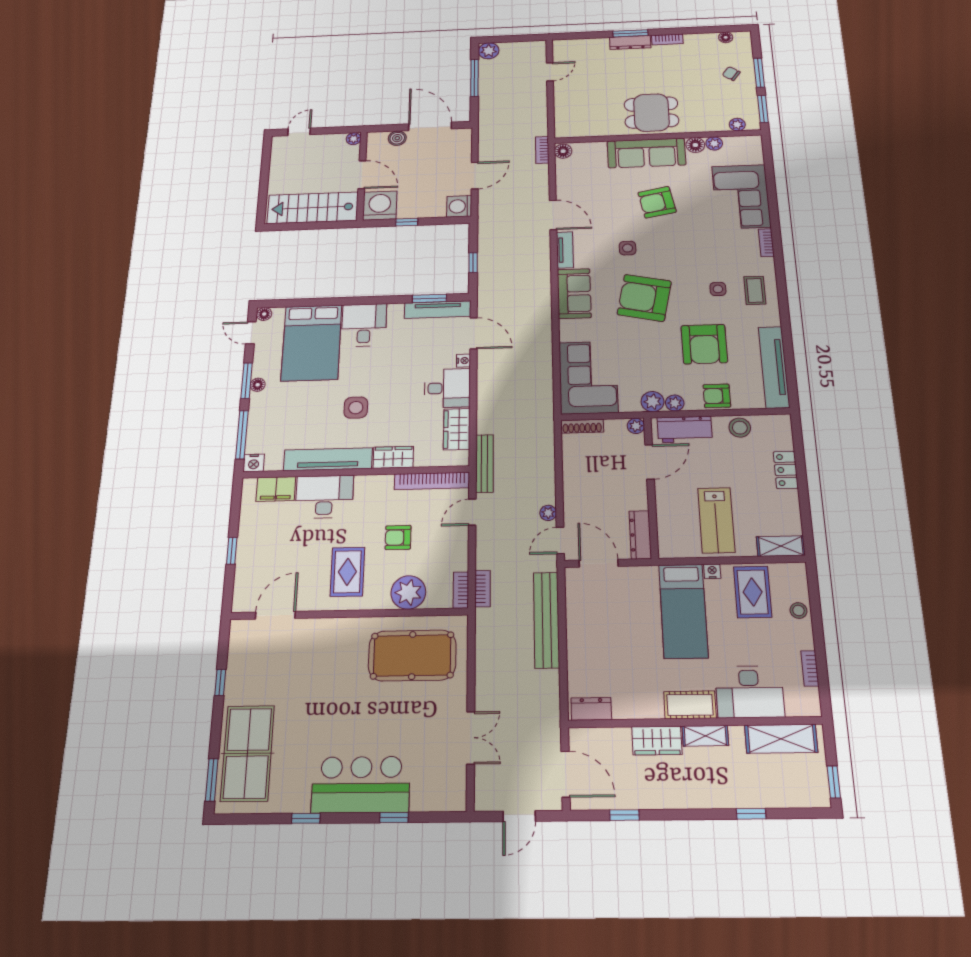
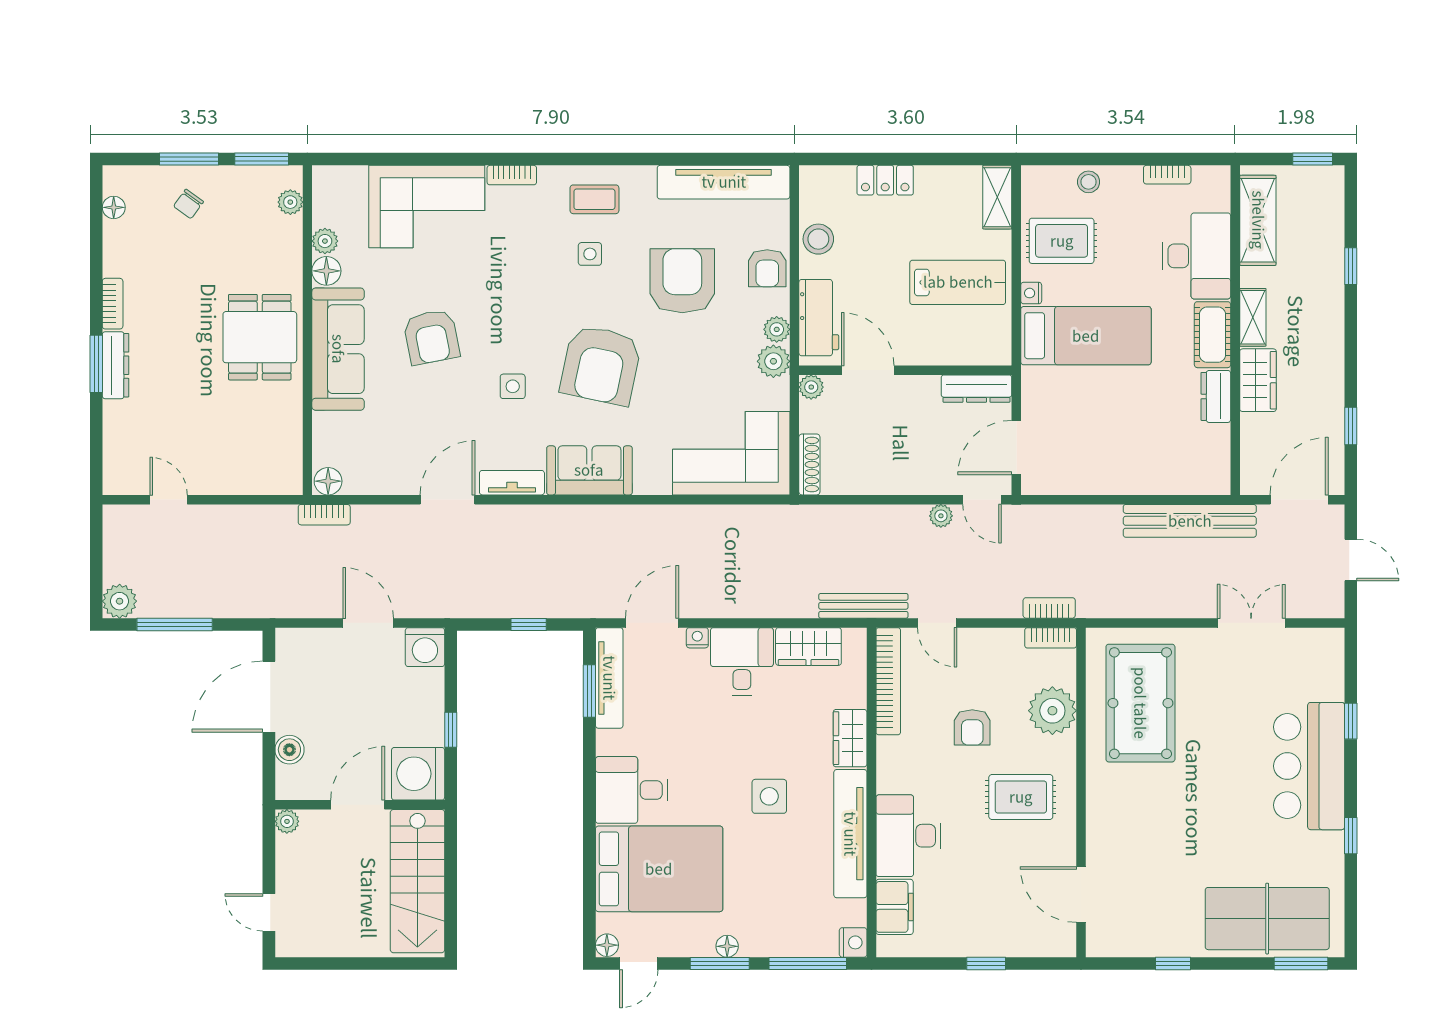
armchair: (704, 344) -> (682, 281), turned -90
bench: (546, 620) -> (1190, 521), moved
dresser: (591, 709) -> (1216, 396), moved

